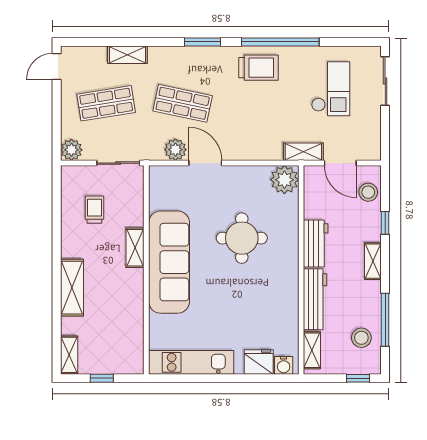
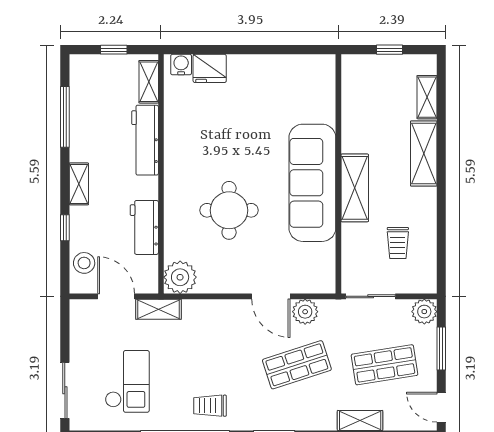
door: (57, 66) -> (441, 407), swing flipped
trolley: (258, 68) -> (210, 406), width x0.73, depth x0.72
checkout: (331, 89) -> (127, 381), turned 180
shop shelf: (183, 103) -> (297, 365), turned -30
window: (57, 118) -> (441, 348), added
workbench: (316, 243) -> (144, 227), moved
shelving: (135, 248) -> (355, 188), width x1.50, depth x1.33
stool: (361, 338) -> (92, 96), removed
shelving: (69, 355) -> (427, 97), moved
kitchen unit: (191, 362) -> (287, 68), removed
window: (358, 378) -> (114, 50), moved

